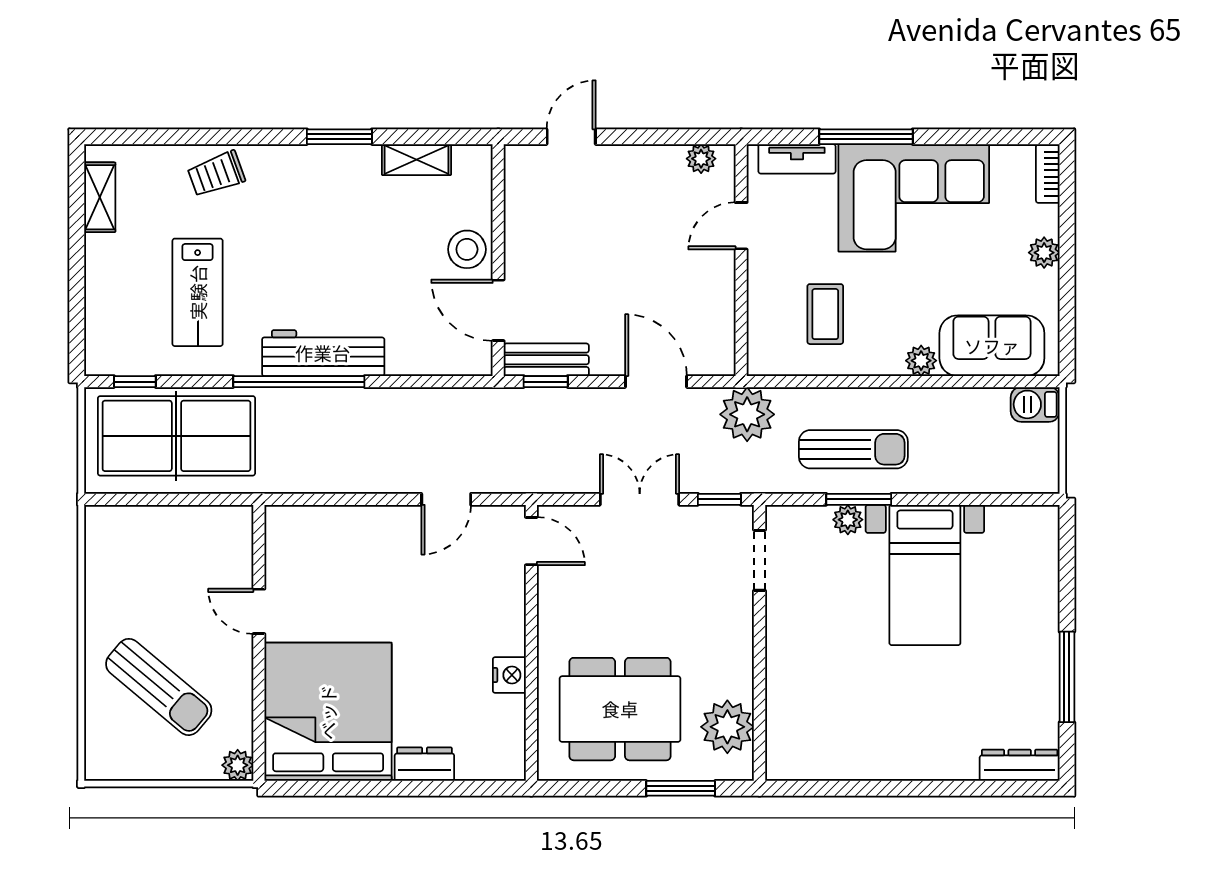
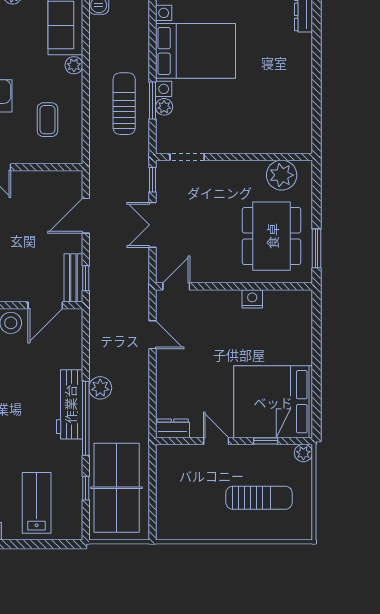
lab bench: (198, 292) -> (37, 503), moved, turned -90
coffee table: (825, 314) -> (47, 120), turned 90
window: (135, 382) -> (86, 488), moved
plant: (747, 414) -> (100, 388), moved, width x0.73, depth x0.73
bed with nightstands: (925, 575) -> (195, 51), width x1.36
door: (259, 611) -> (216, 441), swing flipped
sun lounger: (159, 687) -> (259, 498), turned 50
window: (259, 699) -> (266, 441), added
dresser: (424, 764) -> (173, 428), moved, turned 90
window: (681, 788) -> (317, 248), moved

